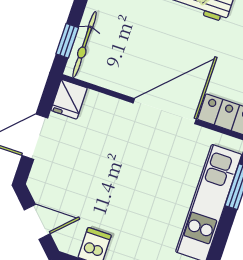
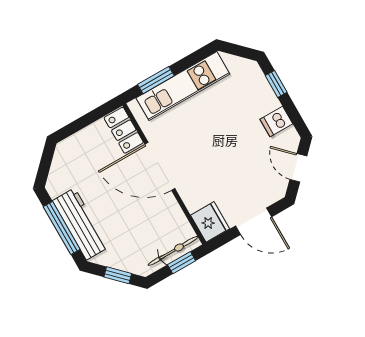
fridge: (69, 99) -> (210, 222), width x1.38

